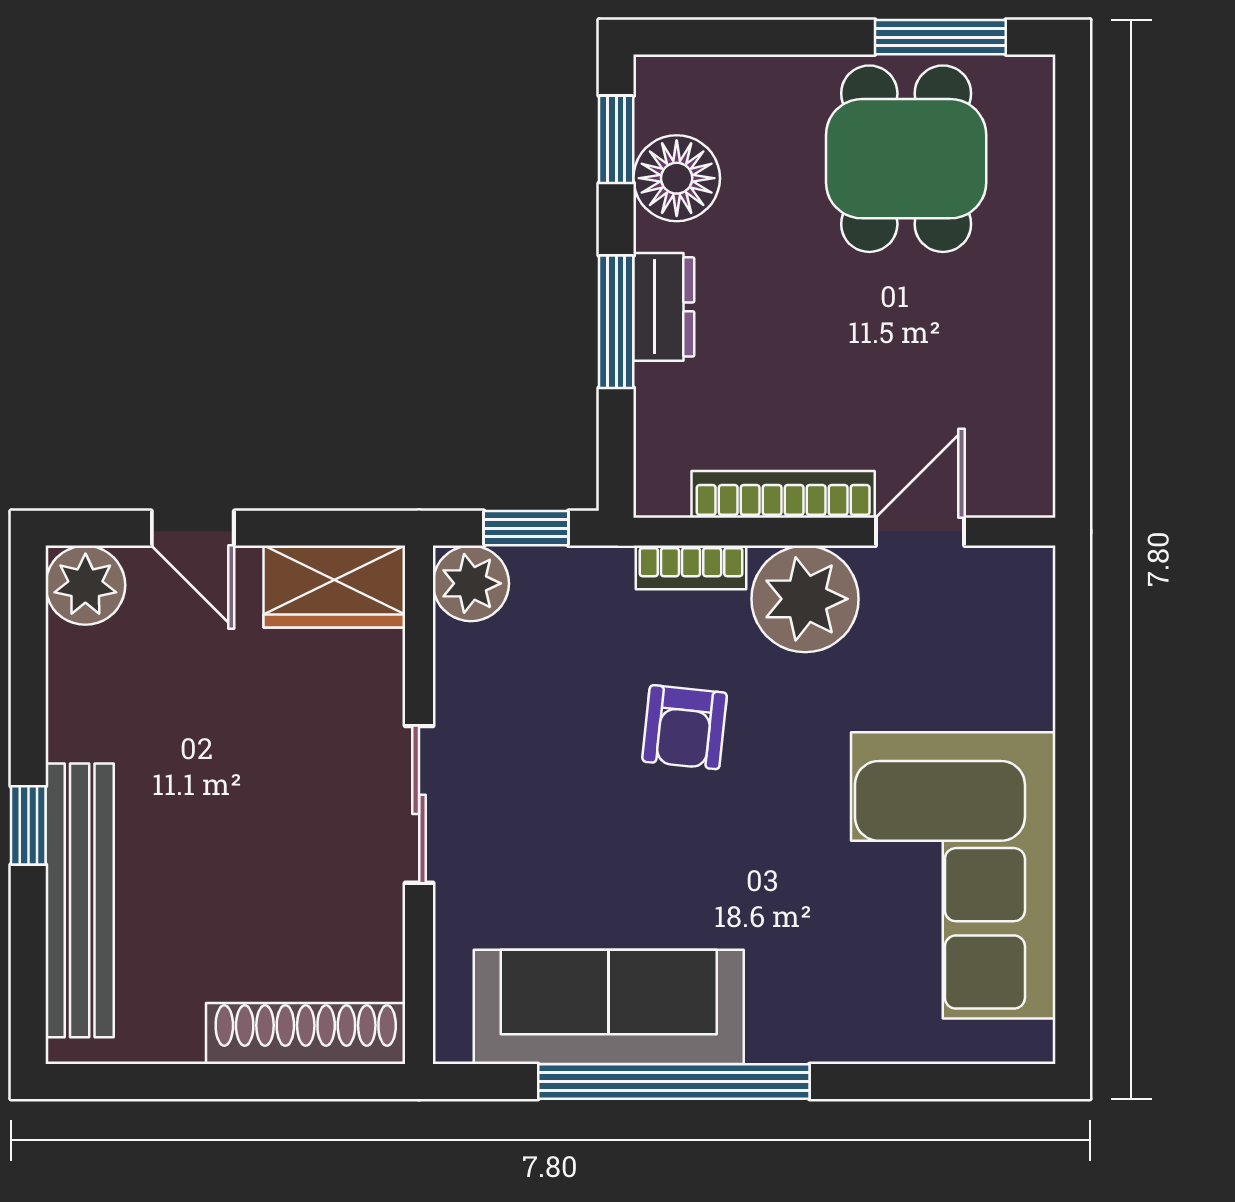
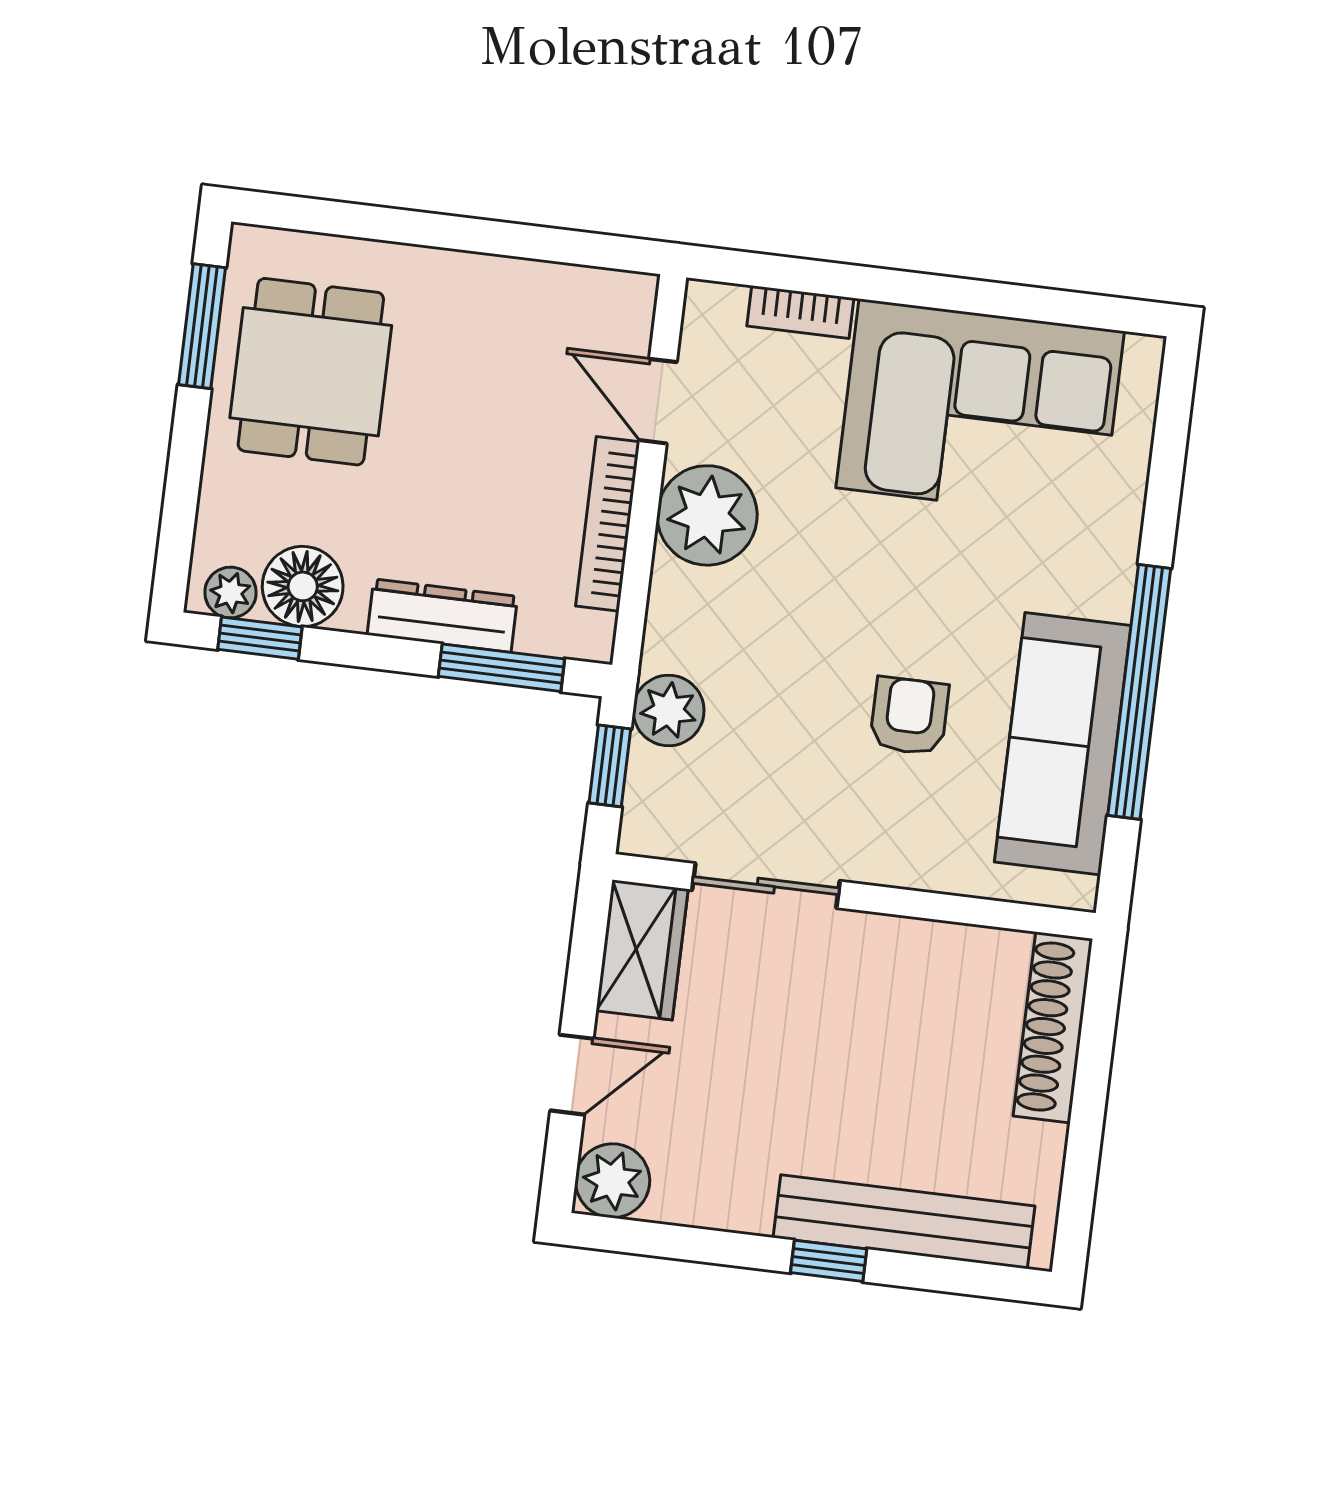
plant: (661, 102) -> (230, 593), added
dining table: (906, 159) -> (311, 372), turned 90
dresser: (664, 307) -> (442, 616), width x1.44
window: (616, 322) -> (501, 668), moved
bookcase: (691, 567) -> (800, 312), moved, turned 90
plant: (471, 583) -> (669, 711), moved
armchair: (685, 727) -> (909, 716), moved, turned -96
sliding door: (419, 804) -> (766, 886), moved

